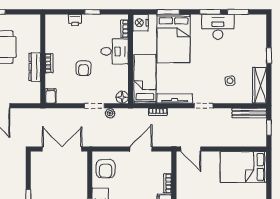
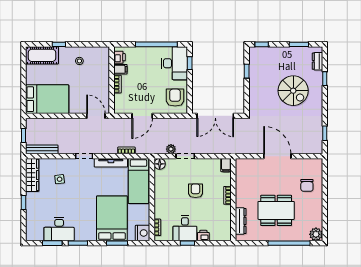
desk: (218, 27) -> (59, 229), moved
desk: (115, 51) -> (185, 228), moved, turned -90
dresser: (35, 67) -> (241, 221), moved

